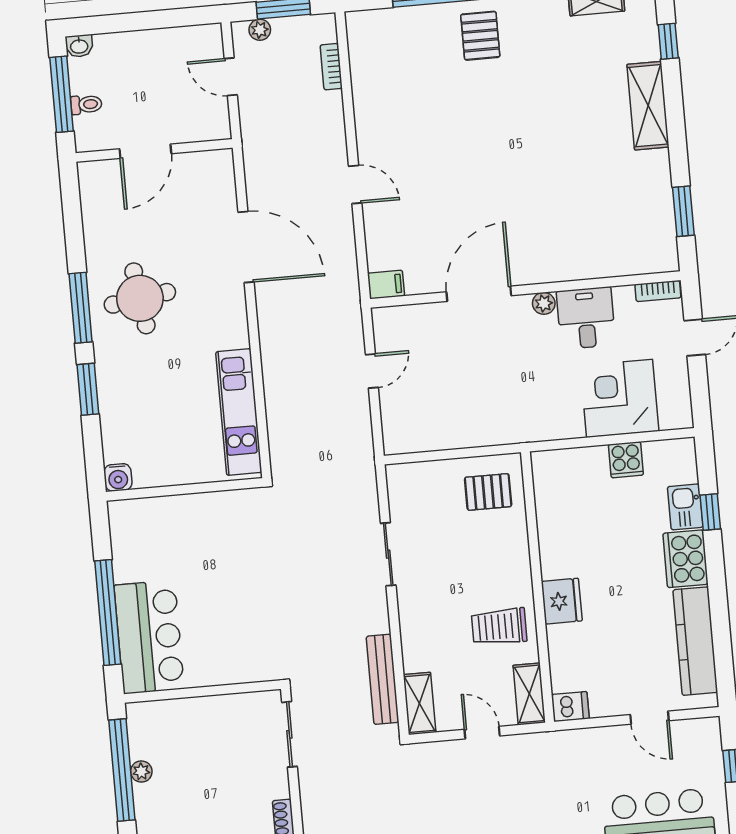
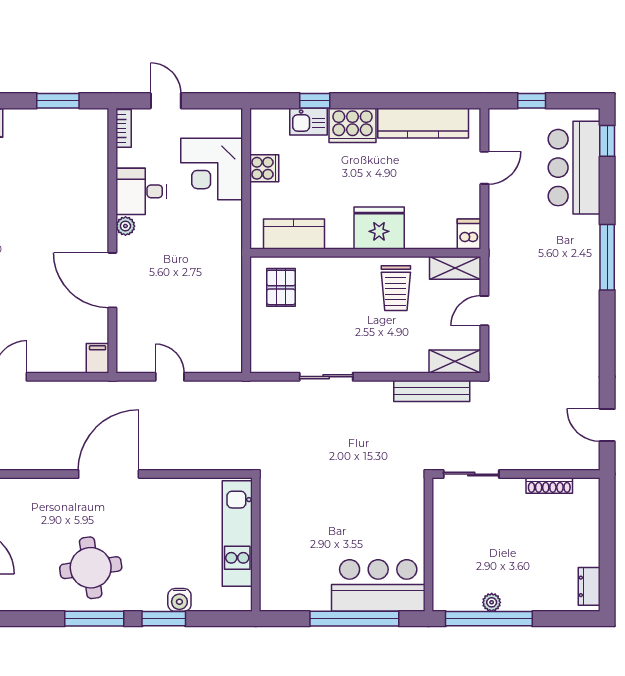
door: (246, 247) -> (109, 474), moved
kitchen unit: (239, 412) -> (237, 533), moved, turned 90
water cooler: (118, 477) -> (179, 600), moved, turned 90
kitchen counter: (552, 501) -> (294, 234), added
fridge: (562, 601) -> (379, 228), width x1.36, depth x1.34

